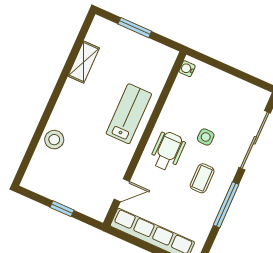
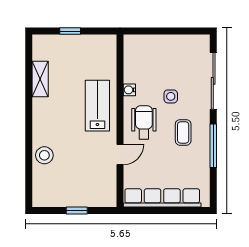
window: (135, 28) -> (70, 31), width x0.67
water cooler: (187, 69) -> (129, 90), moved
door: (122, 190) -> (120, 154), moved

